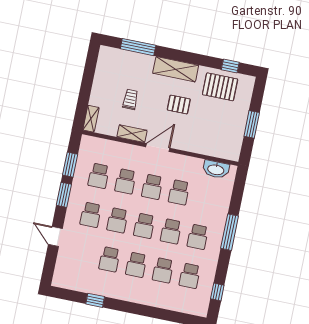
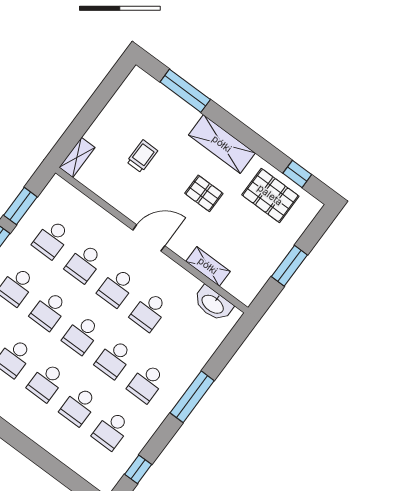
shelving: (132, 134) -> (208, 266), moved

